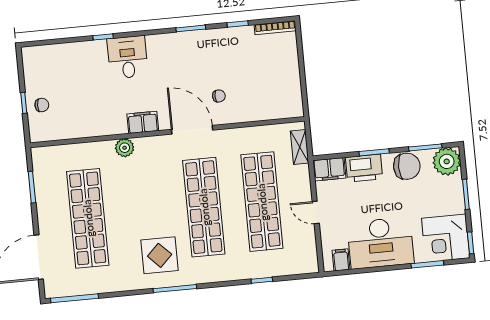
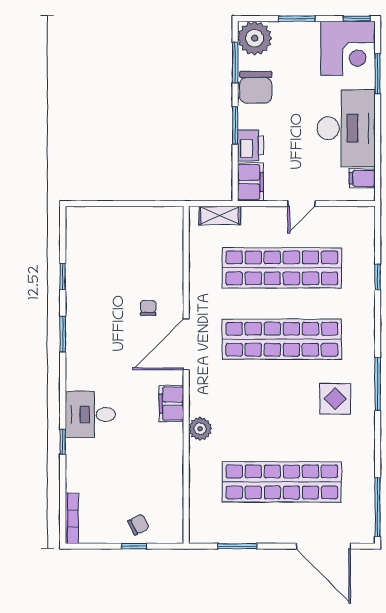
bookcase: (275, 28) -> (72, 518), moved
chair: (42, 105) -> (138, 525), turned 63
chair: (407, 166) -> (256, 87), turned 180
printer: (364, 168) -> (251, 145), width x0.73, depth x0.84
display table: (160, 255) -> (335, 399), width x0.73, depth x0.73

